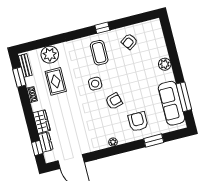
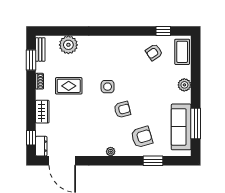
window: (102, 28) -> (163, 31), moved
coffee table: (99, 53) -> (182, 52), moved
rug: (56, 81) -> (69, 86), moved, turned 90
armchair: (138, 122) -> (142, 137), turned 73
dresser: (46, 142) -> (41, 146), moved

